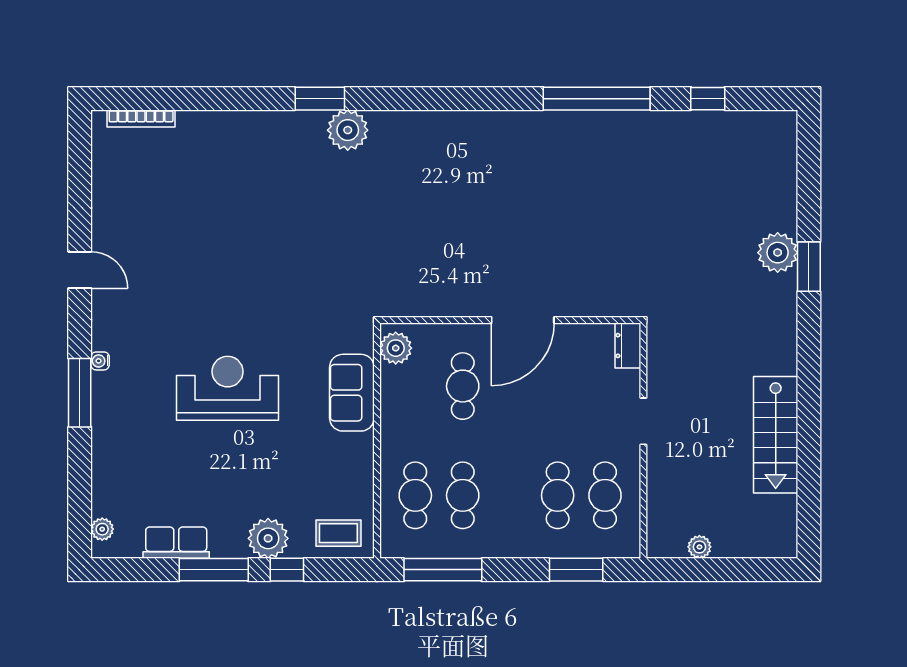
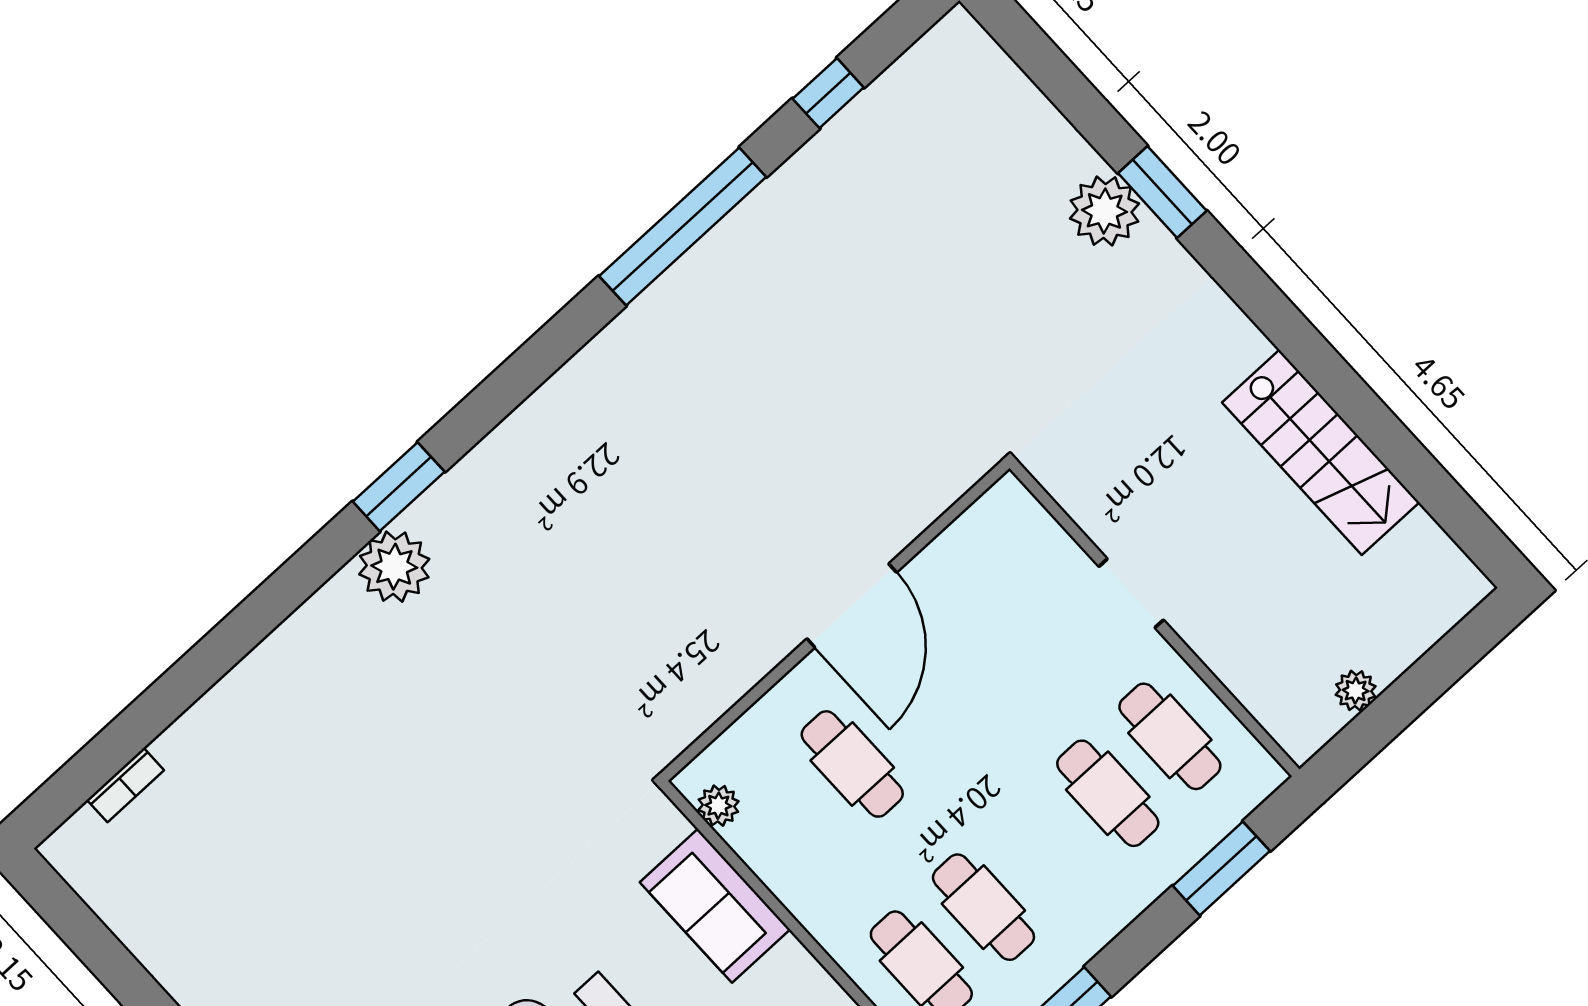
window: (320, 99) -> (399, 487), moved
bookcase: (141, 118) -> (125, 785), width x0.64
dresser: (628, 345) -> (1020, 513), removed
plant: (396, 348) -> (718, 806), width x0.73, depth x0.73

